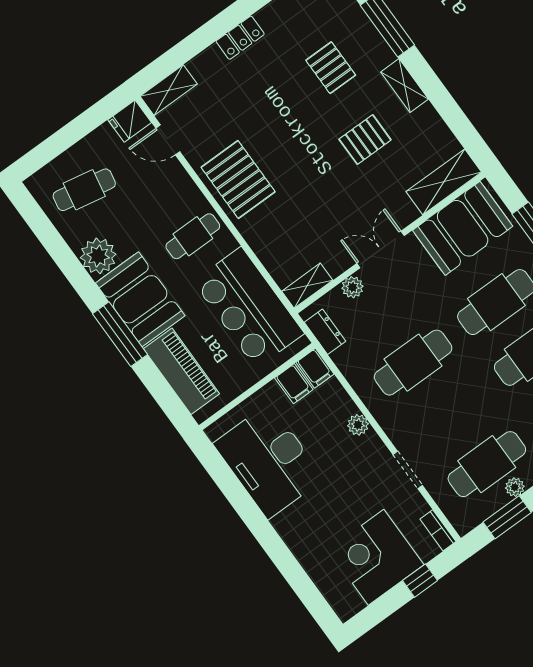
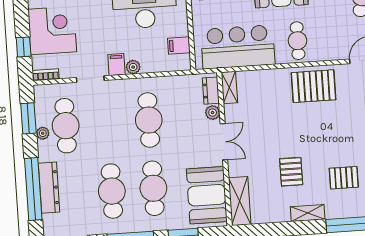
dresser: (325, 332) -> (211, 91), moved, turned 90
filing cabinet: (315, 368) -> (116, 65), moved, turned 90

